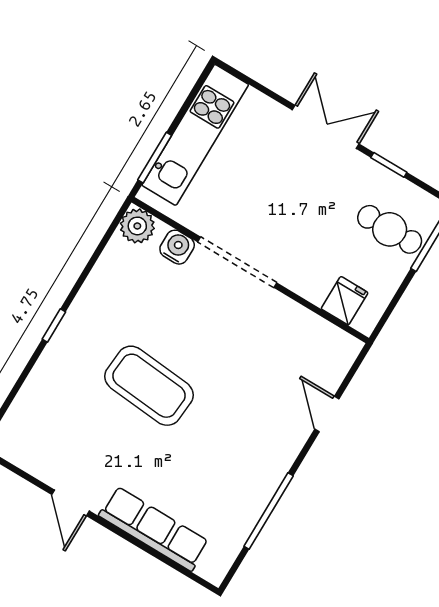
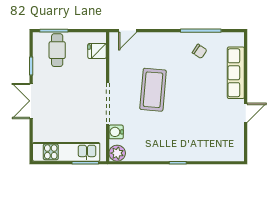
coffee table: (149, 386) -> (153, 90), moved
door: (327, 414) -> (128, 31), moved
chair: (232, 486) -> (200, 51), added

